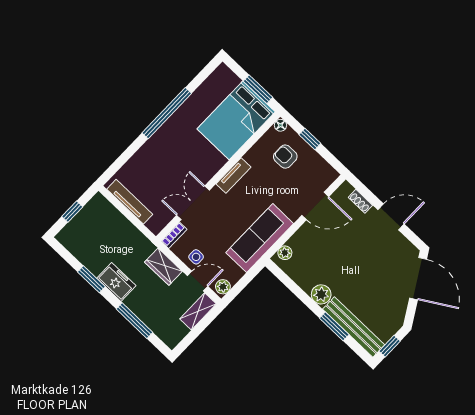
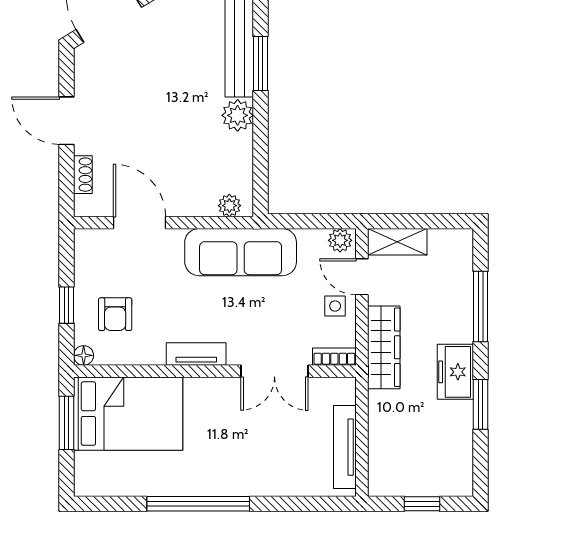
wardrobe: (163, 267) -> (384, 347), width x1.50

